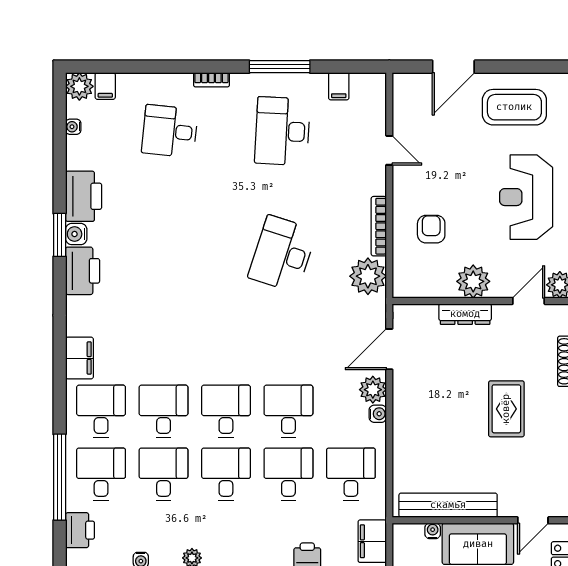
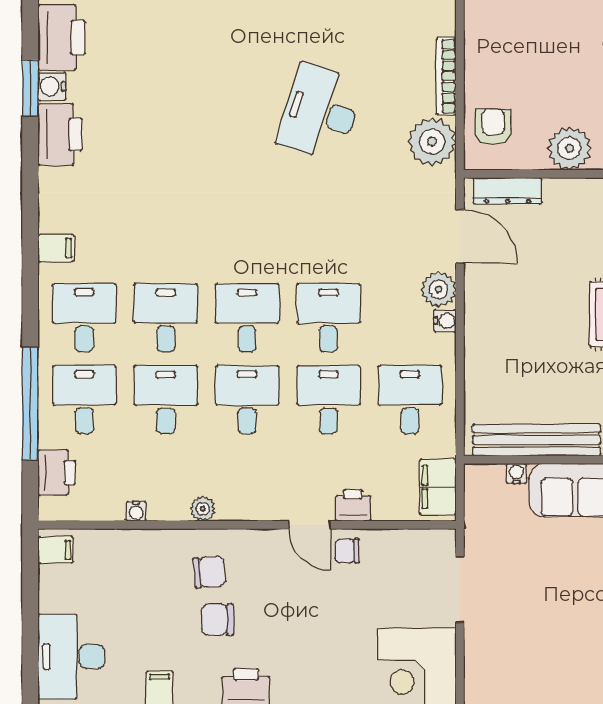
armchair: (431, 229) -> (493, 127), moved
dresser: (465, 314) -> (508, 191), moved
door: (389, 349) -> (460, 236), swing flipped
filing cabinet: (79, 358) -> (56, 248), width x0.50

